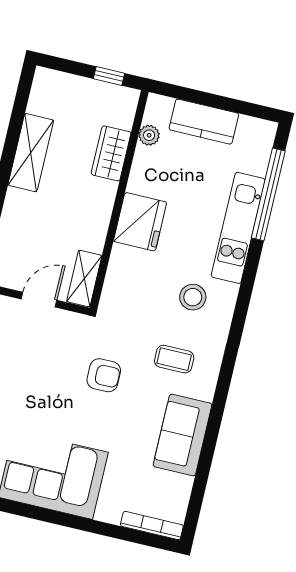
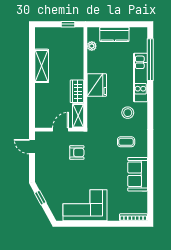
wardrobe: (111, 153) -> (77, 91), moved
armchair: (104, 375) -> (77, 153), moved

